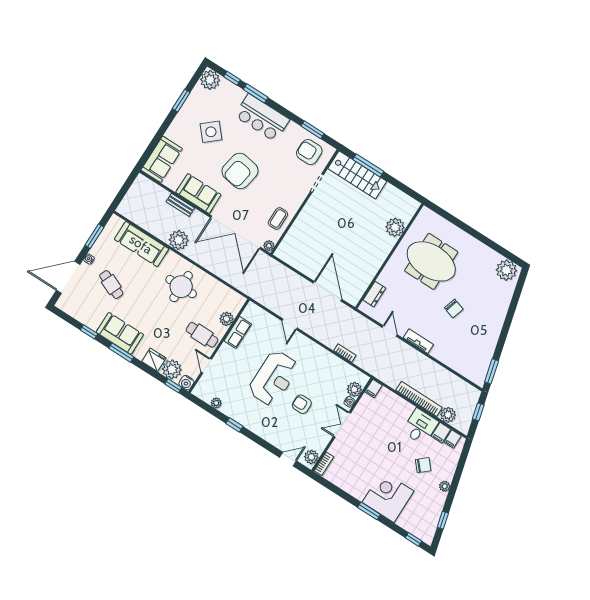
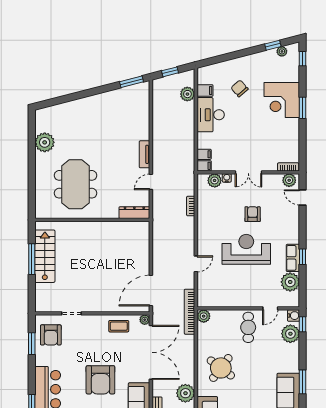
window: (368, 165) -> (32, 259), moved
armchair: (240, 171) -> (100, 380), turned 80
stairs: (357, 175) -> (45, 256), moved
plant: (395, 227) -> (67, 230), removed
plant: (506, 270) -> (45, 142), moved
round table: (181, 287) -> (221, 368), turned 37
door: (328, 291) -> (151, 291), moved
dresser: (374, 294) -> (134, 213), width x1.44
chair: (454, 309) -> (101, 143), removed
plant: (227, 319) -> (204, 316), moved
row of seats: (238, 332) -> (293, 258), moved, turned -90
fridge: (154, 360) -> (292, 353), removed
bookcase: (419, 399) -> (190, 312), moved
plant: (216, 403) -> (290, 282), width x1.88, depth x1.88
armchair: (302, 404) -> (253, 214), turned 180
desk: (420, 427) -> (211, 115), width x1.37
filing cabinet: (453, 439) -> (204, 154), moved
plant: (445, 486) -> (282, 51), moved

